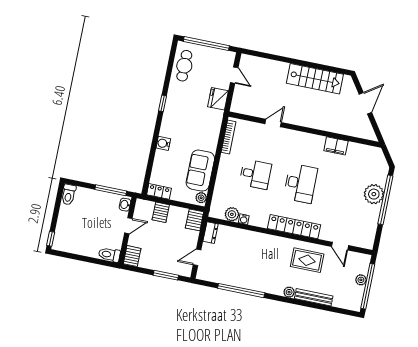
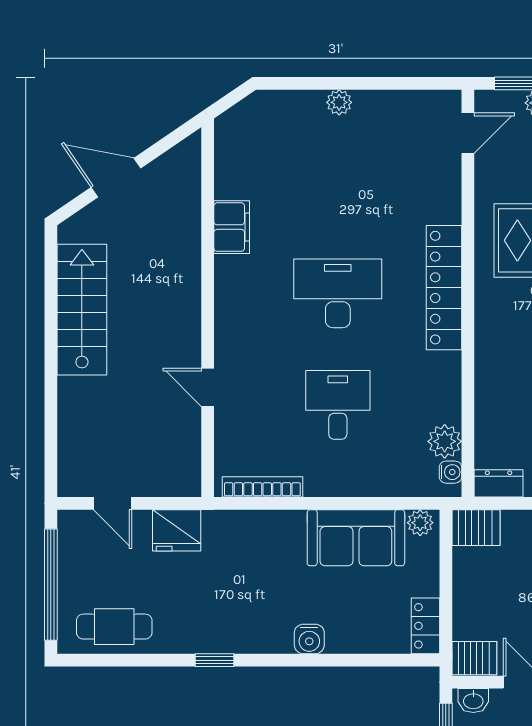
door: (234, 75) -> (113, 503), swing flipped
plant: (374, 194) -> (339, 102), width x0.53, depth x0.53
window: (385, 200) -> (336, 83), removed
server rack: (161, 212) -> (474, 658), moved
water cooler: (244, 219) -> (450, 472), moved
door: (340, 246) -> (468, 133), moved

